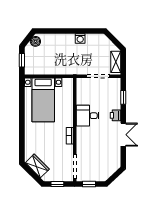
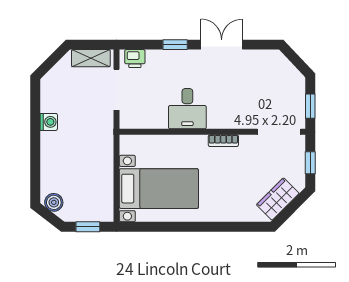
window: (123, 97) -> (175, 45), moved
printer: (115, 115) -> (135, 59), moved

